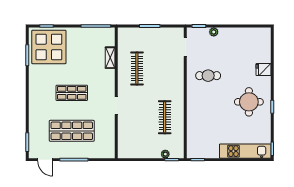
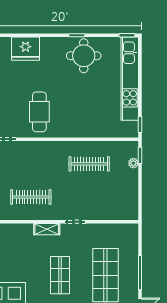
shelving: (110, 58) -> (47, 229), moved
fridge: (263, 69) -> (26, 49), width x1.88, depth x1.34
cafe table: (208, 76) -> (39, 112), width x1.37, depth x1.35
round table: (249, 102) -> (84, 56), moved
kitchen unit: (245, 151) -> (130, 79), width x1.36

